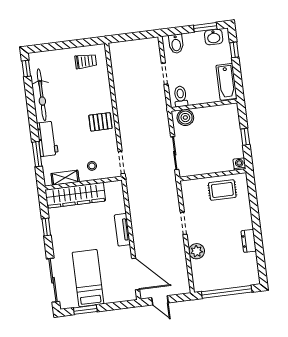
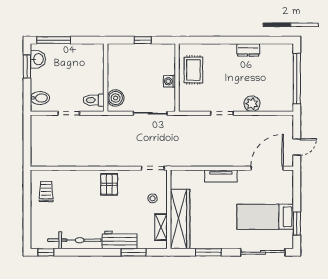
window: (234, 50) -> (54, 40), width x2.17
bathtub: (226, 82) -> (85, 52), removed
washing machine: (239, 164) -> (169, 81), moved
window: (46, 227) -> (208, 252), width x1.50

